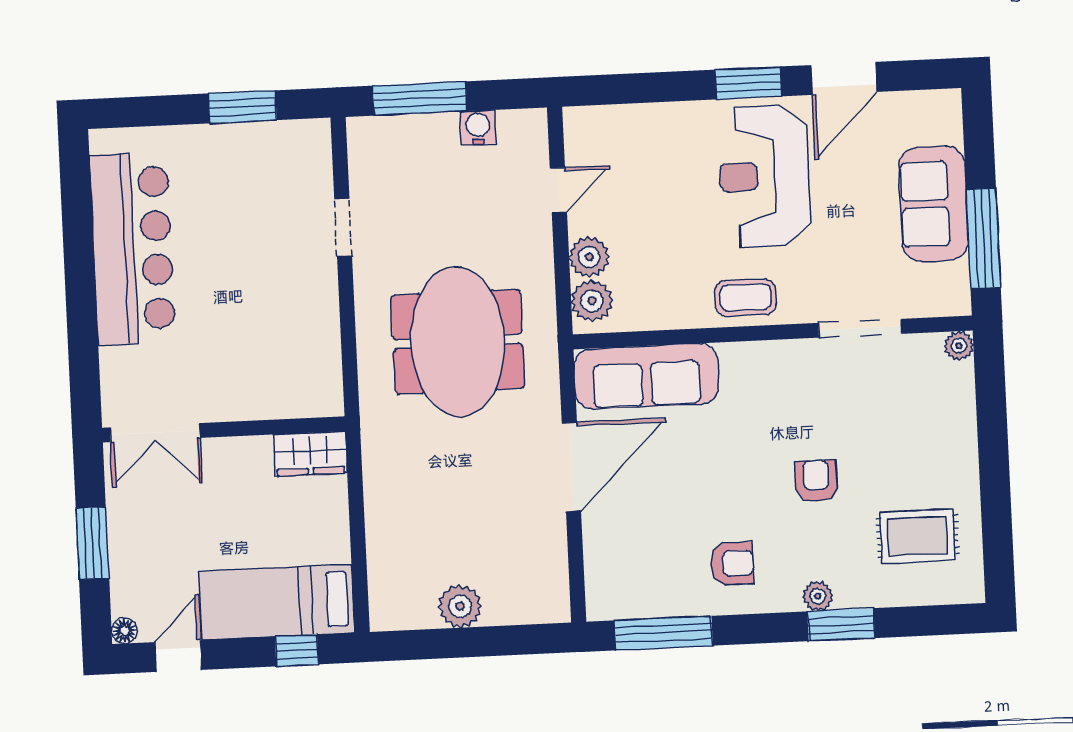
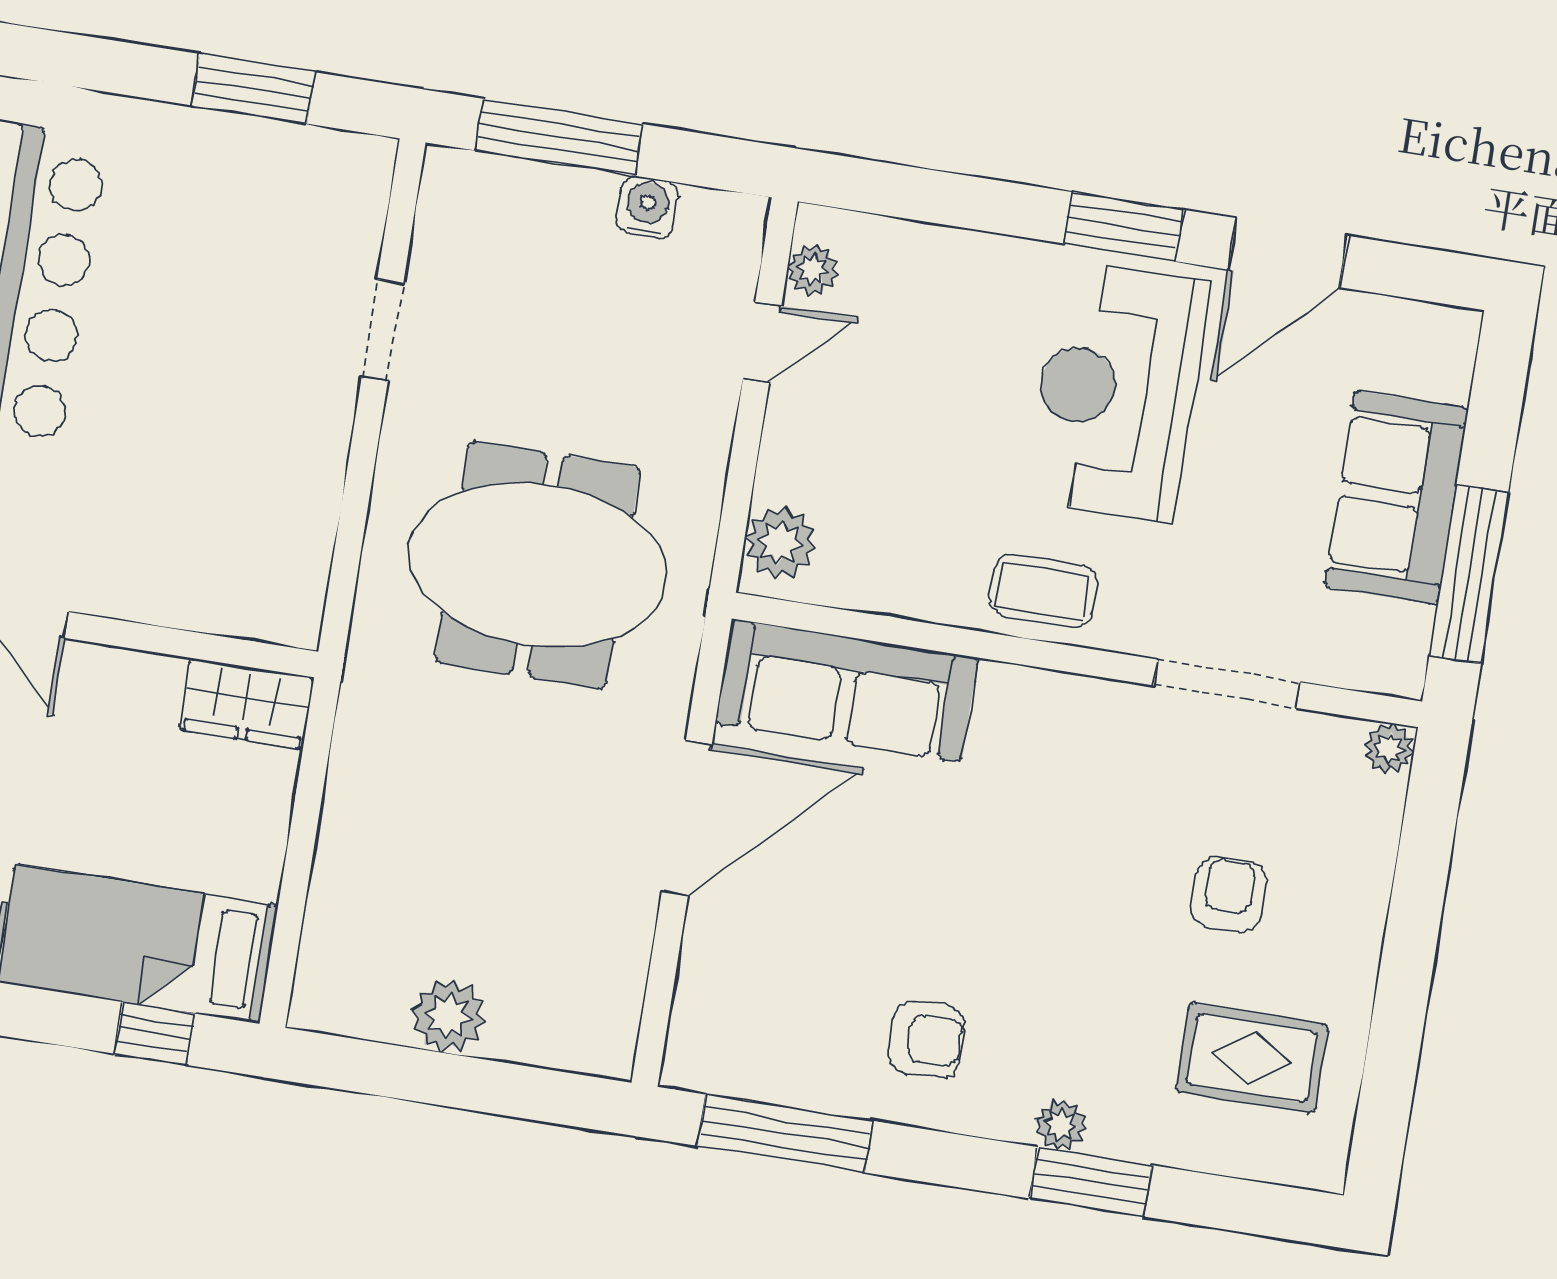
plant: (589, 257) -> (813, 270), moved, width x0.73, depth x0.73
meeting table: (458, 342) -> (537, 565), turned 90
armchair: (816, 481) -> (1229, 894), moved

